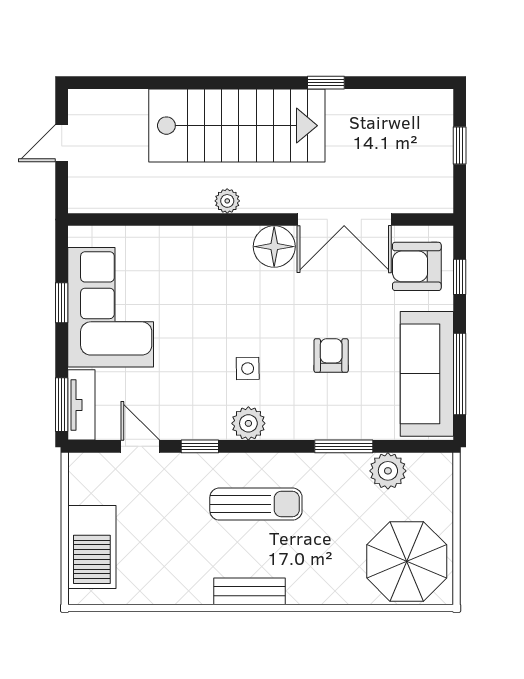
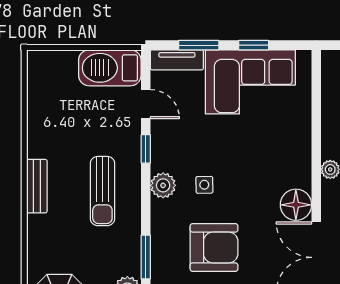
armchair: (331, 356) -> (214, 248), width x1.88, depth x1.88
window: (62, 405) -> (199, 45), moved
door: (140, 446) -> (146, 104), hinge flipped
barbecue: (92, 547) -> (110, 68), moved

